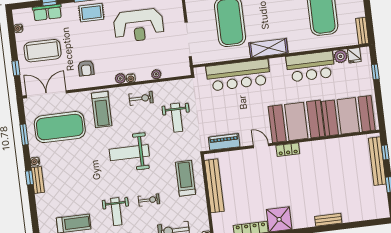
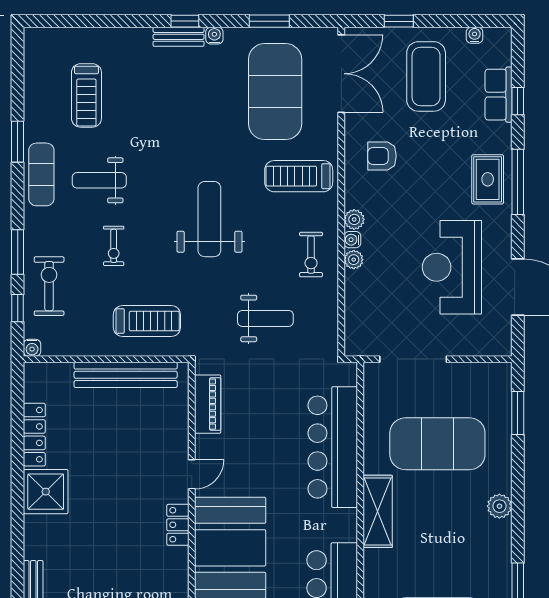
plant: (156, 74) -> (354, 260), moved
weight bench: (177, 118) -> (265, 318), turned 180

